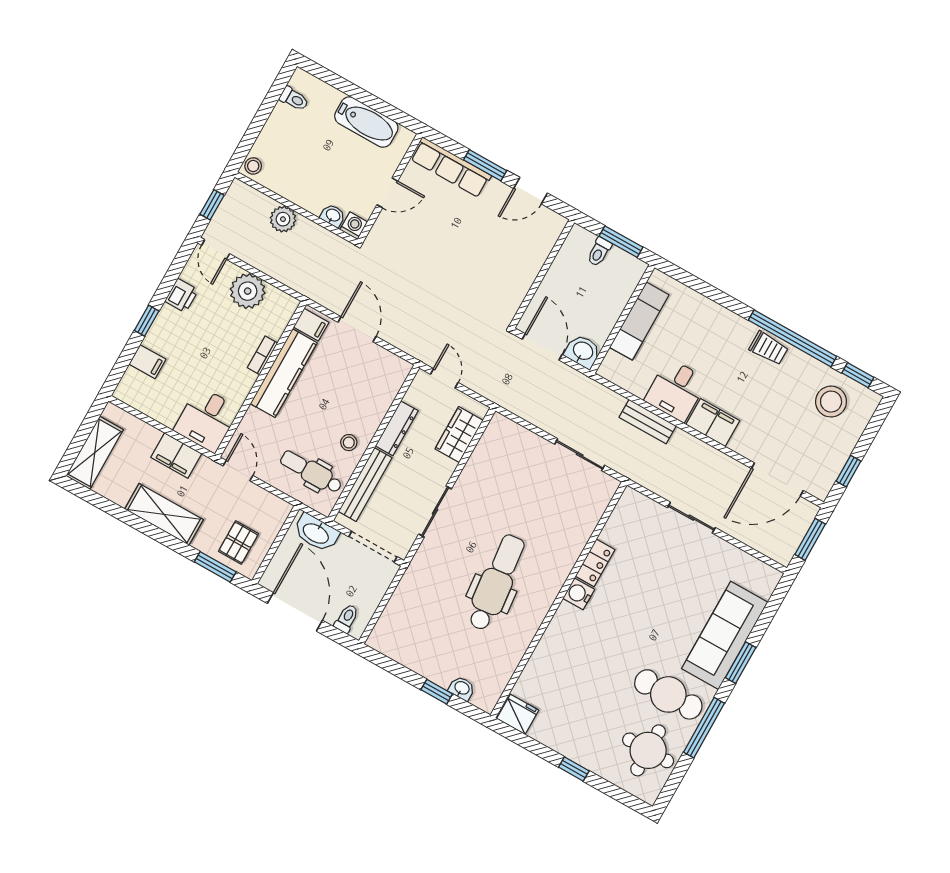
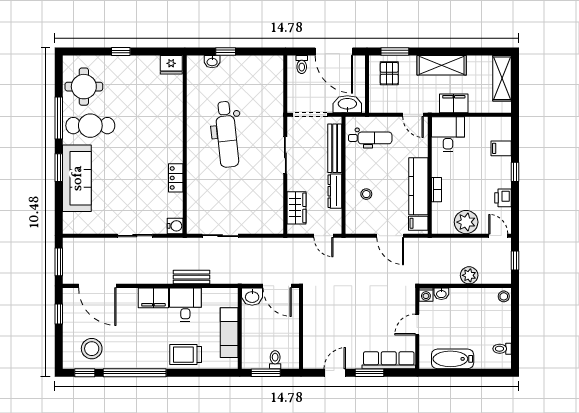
trolley: (769, 348) -> (186, 355), moved, width x1.36, depth x1.39
stool: (349, 443) -> (366, 194), moved
door: (777, 480) -> (97, 286), swing flipped
water cooler: (579, 594) -> (175, 226), moved

